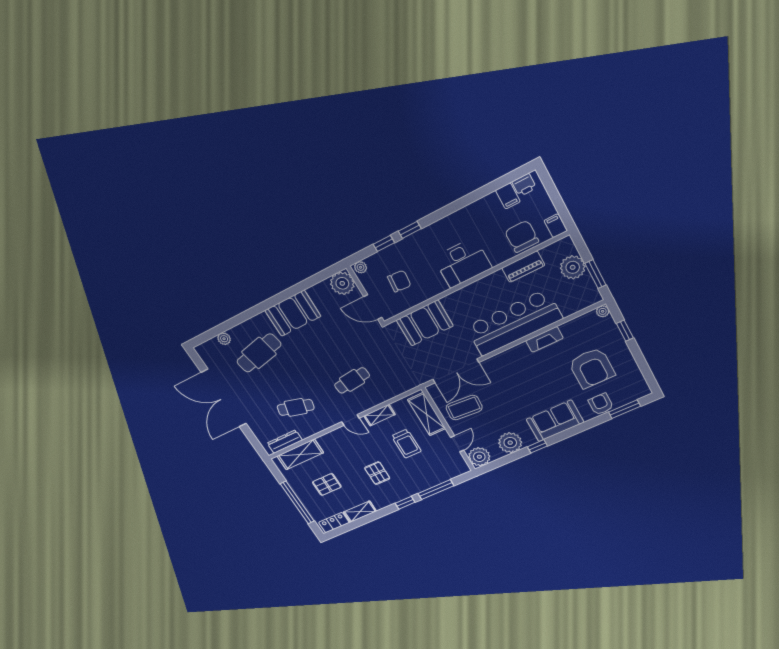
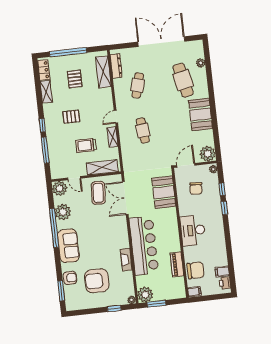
plant: (573, 267) -> (145, 295), moved
window: (537, 446) -> (54, 228), width x3.17

